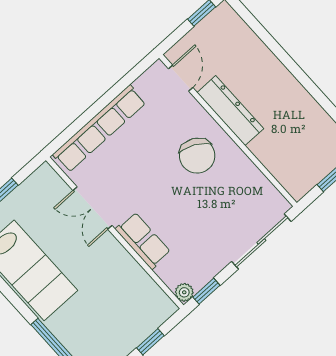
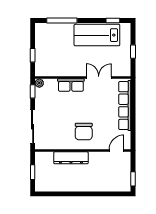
door: (181, 78) -> (117, 151), swing flipped
dresser: (230, 111) -> (71, 158), moved
chair: (197, 156) -> (84, 132), turned -117

